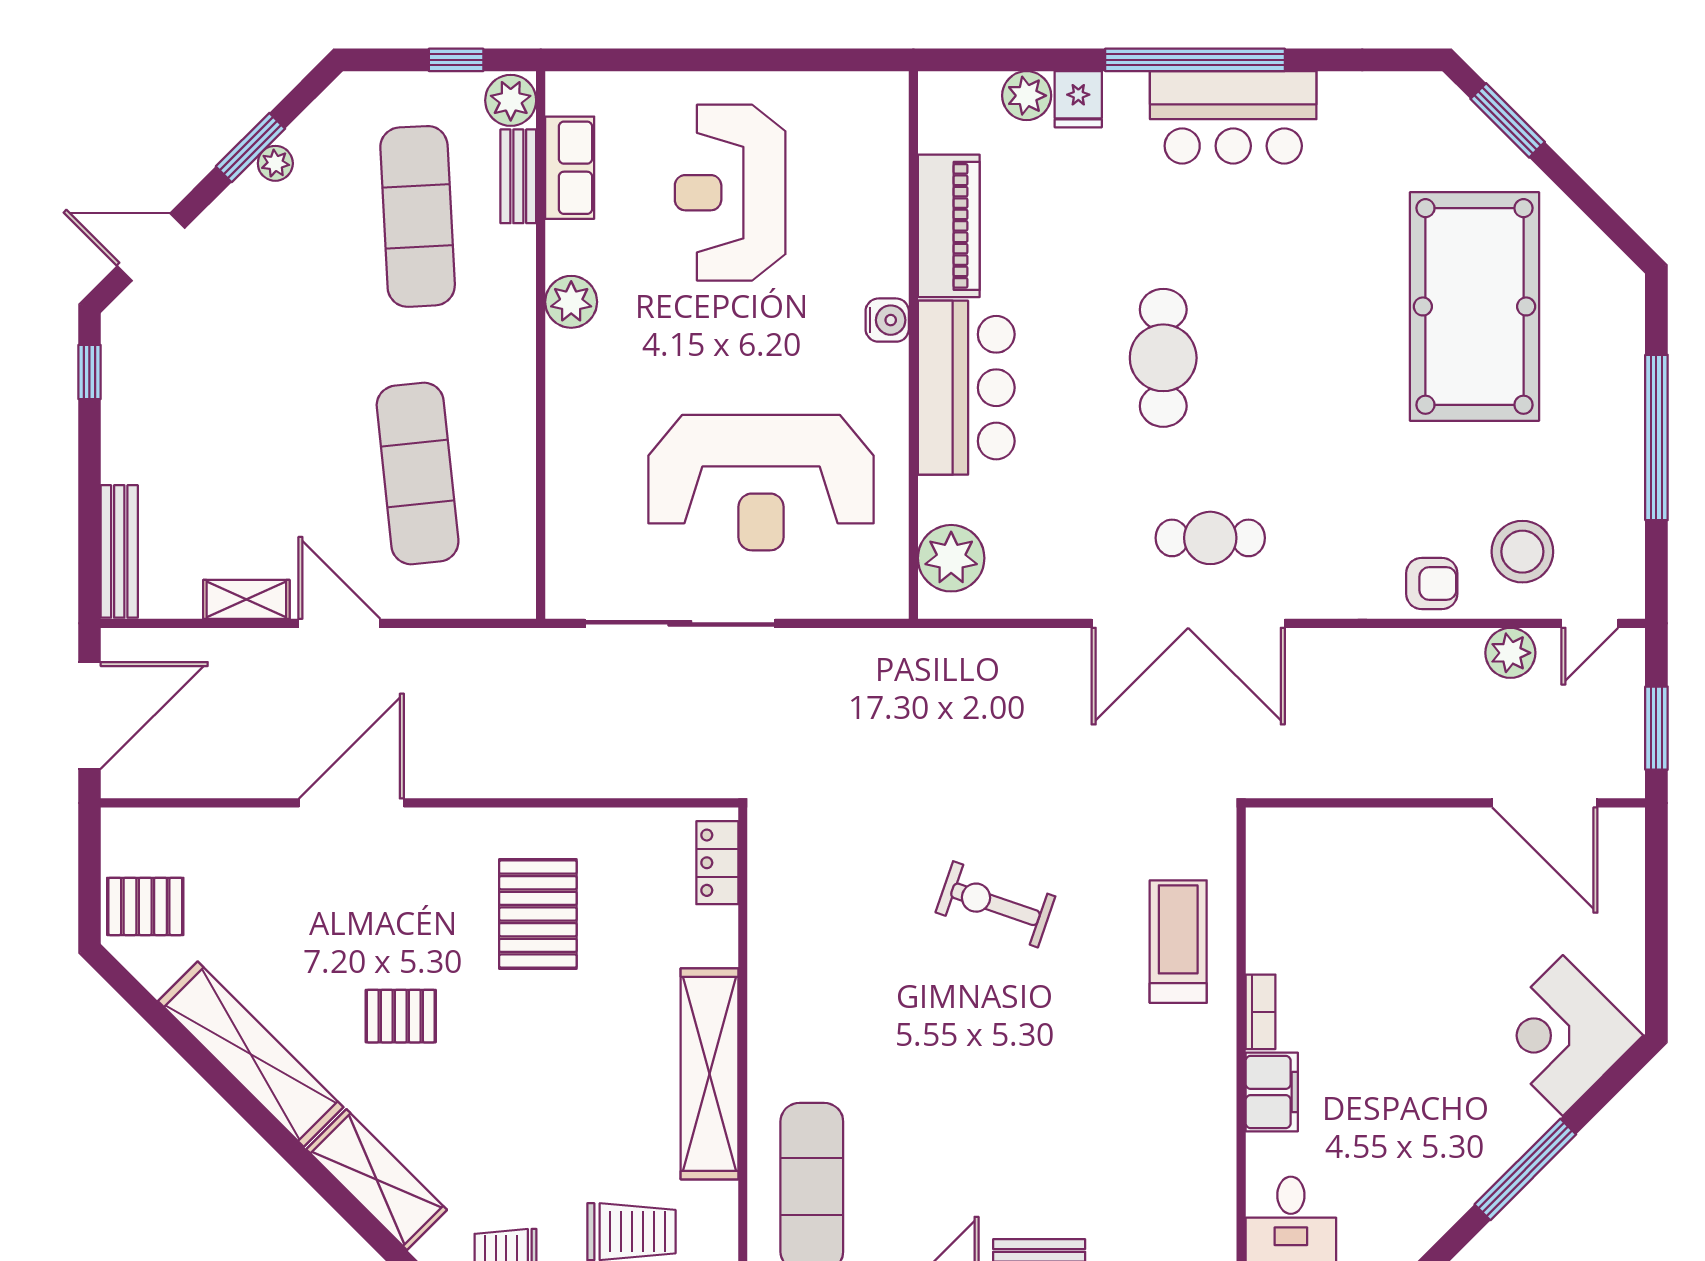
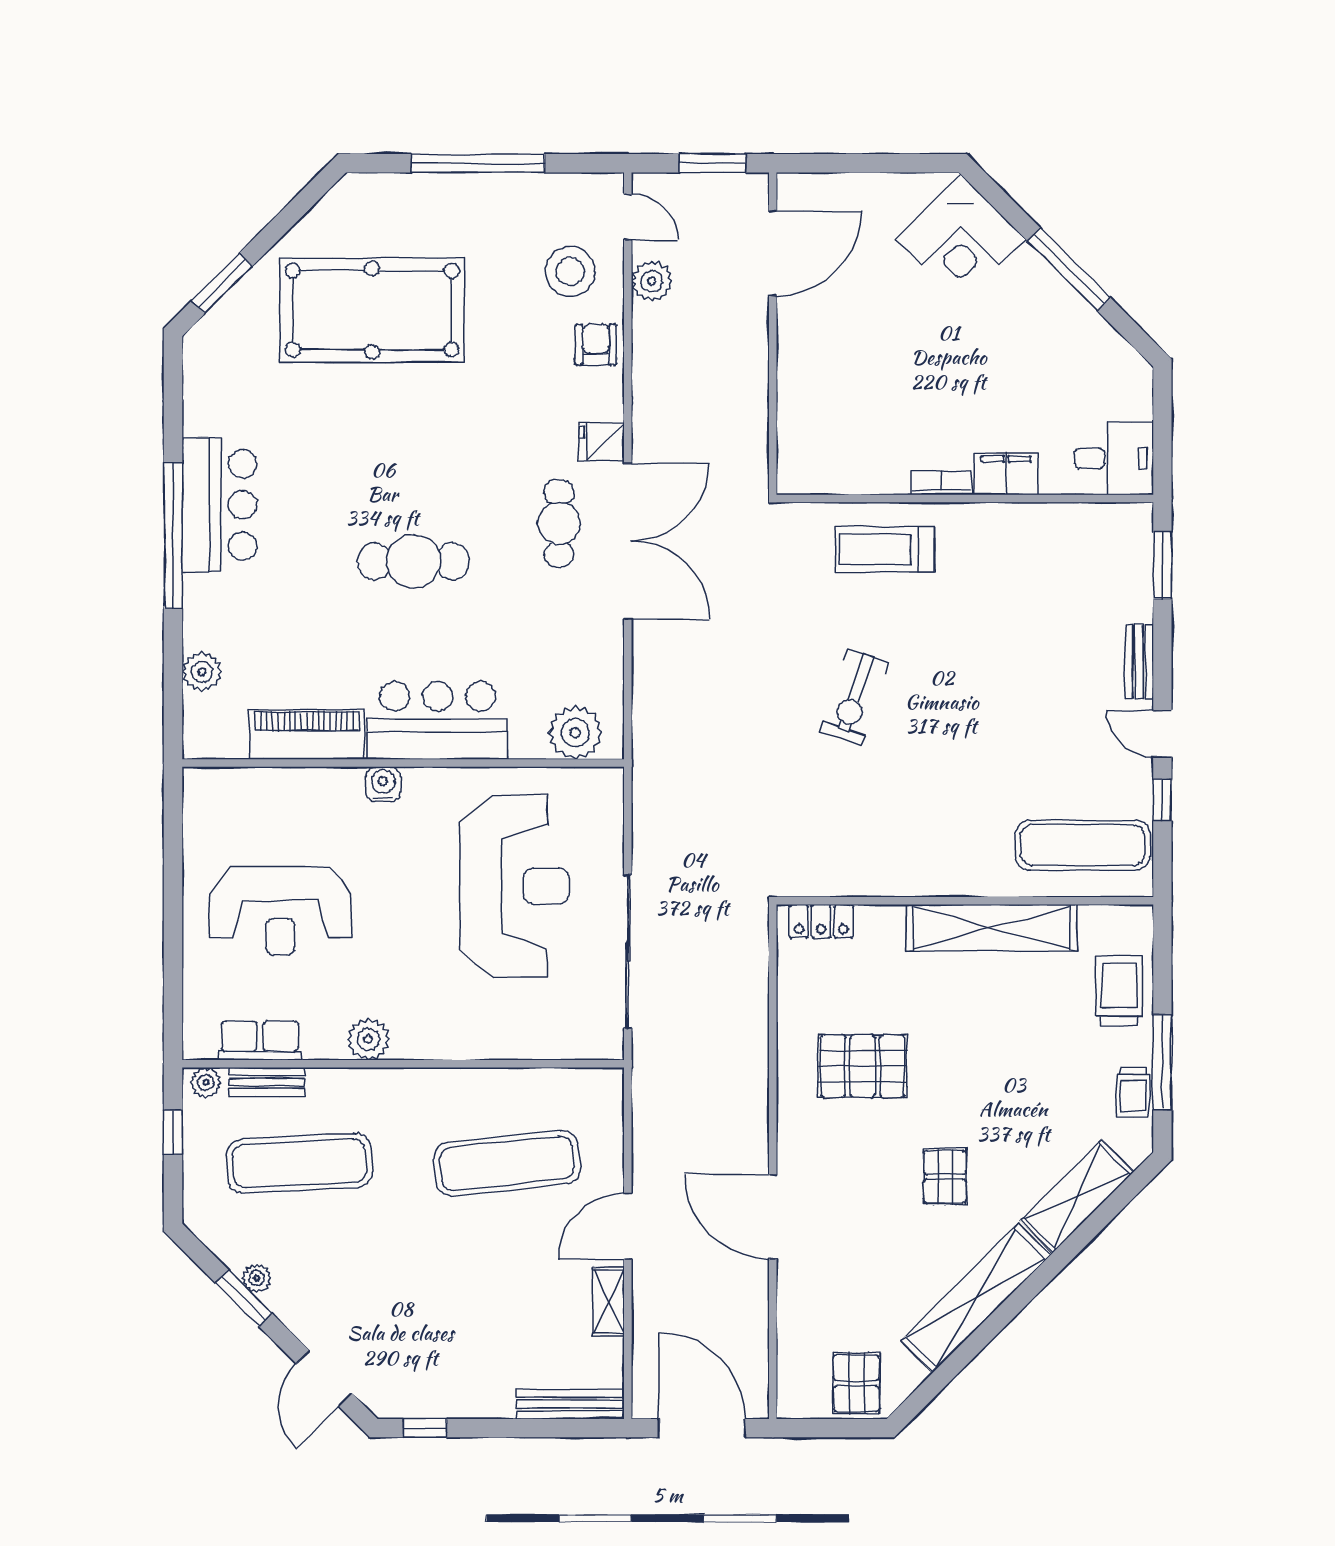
fridge: (1078, 99) -> (602, 442), moved, turned 180
plant: (511, 100) -> (206, 1082), width x0.73, depth x0.73

